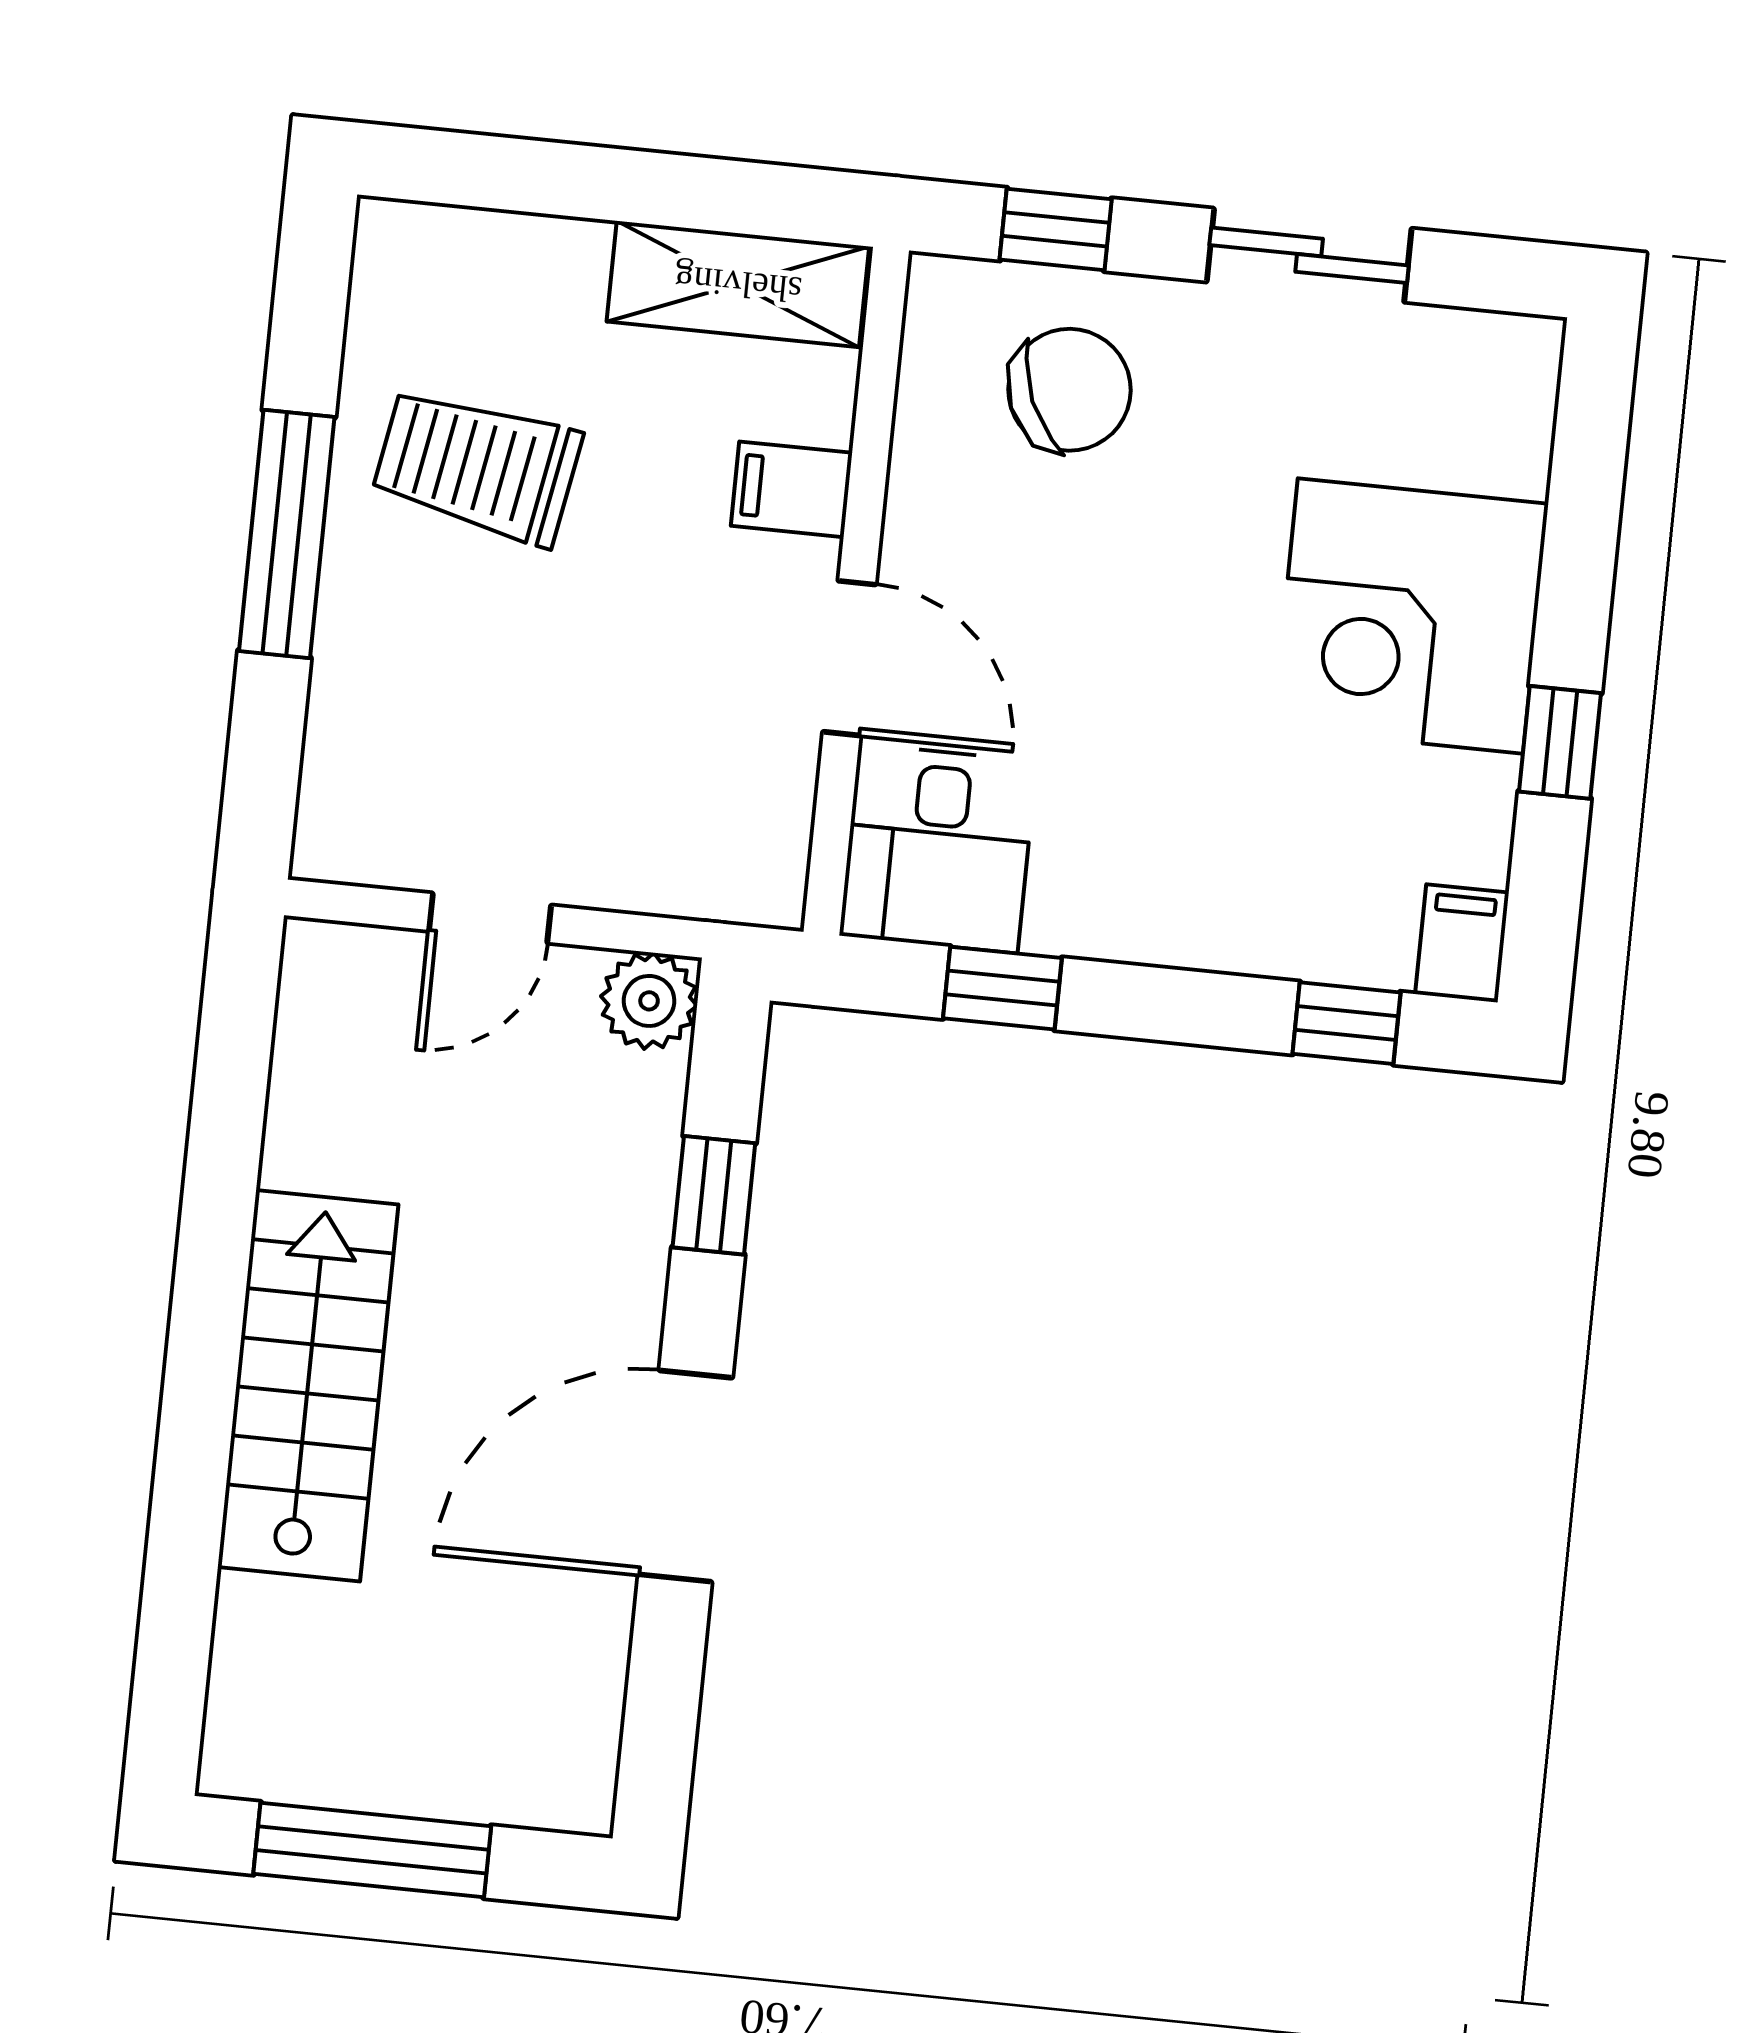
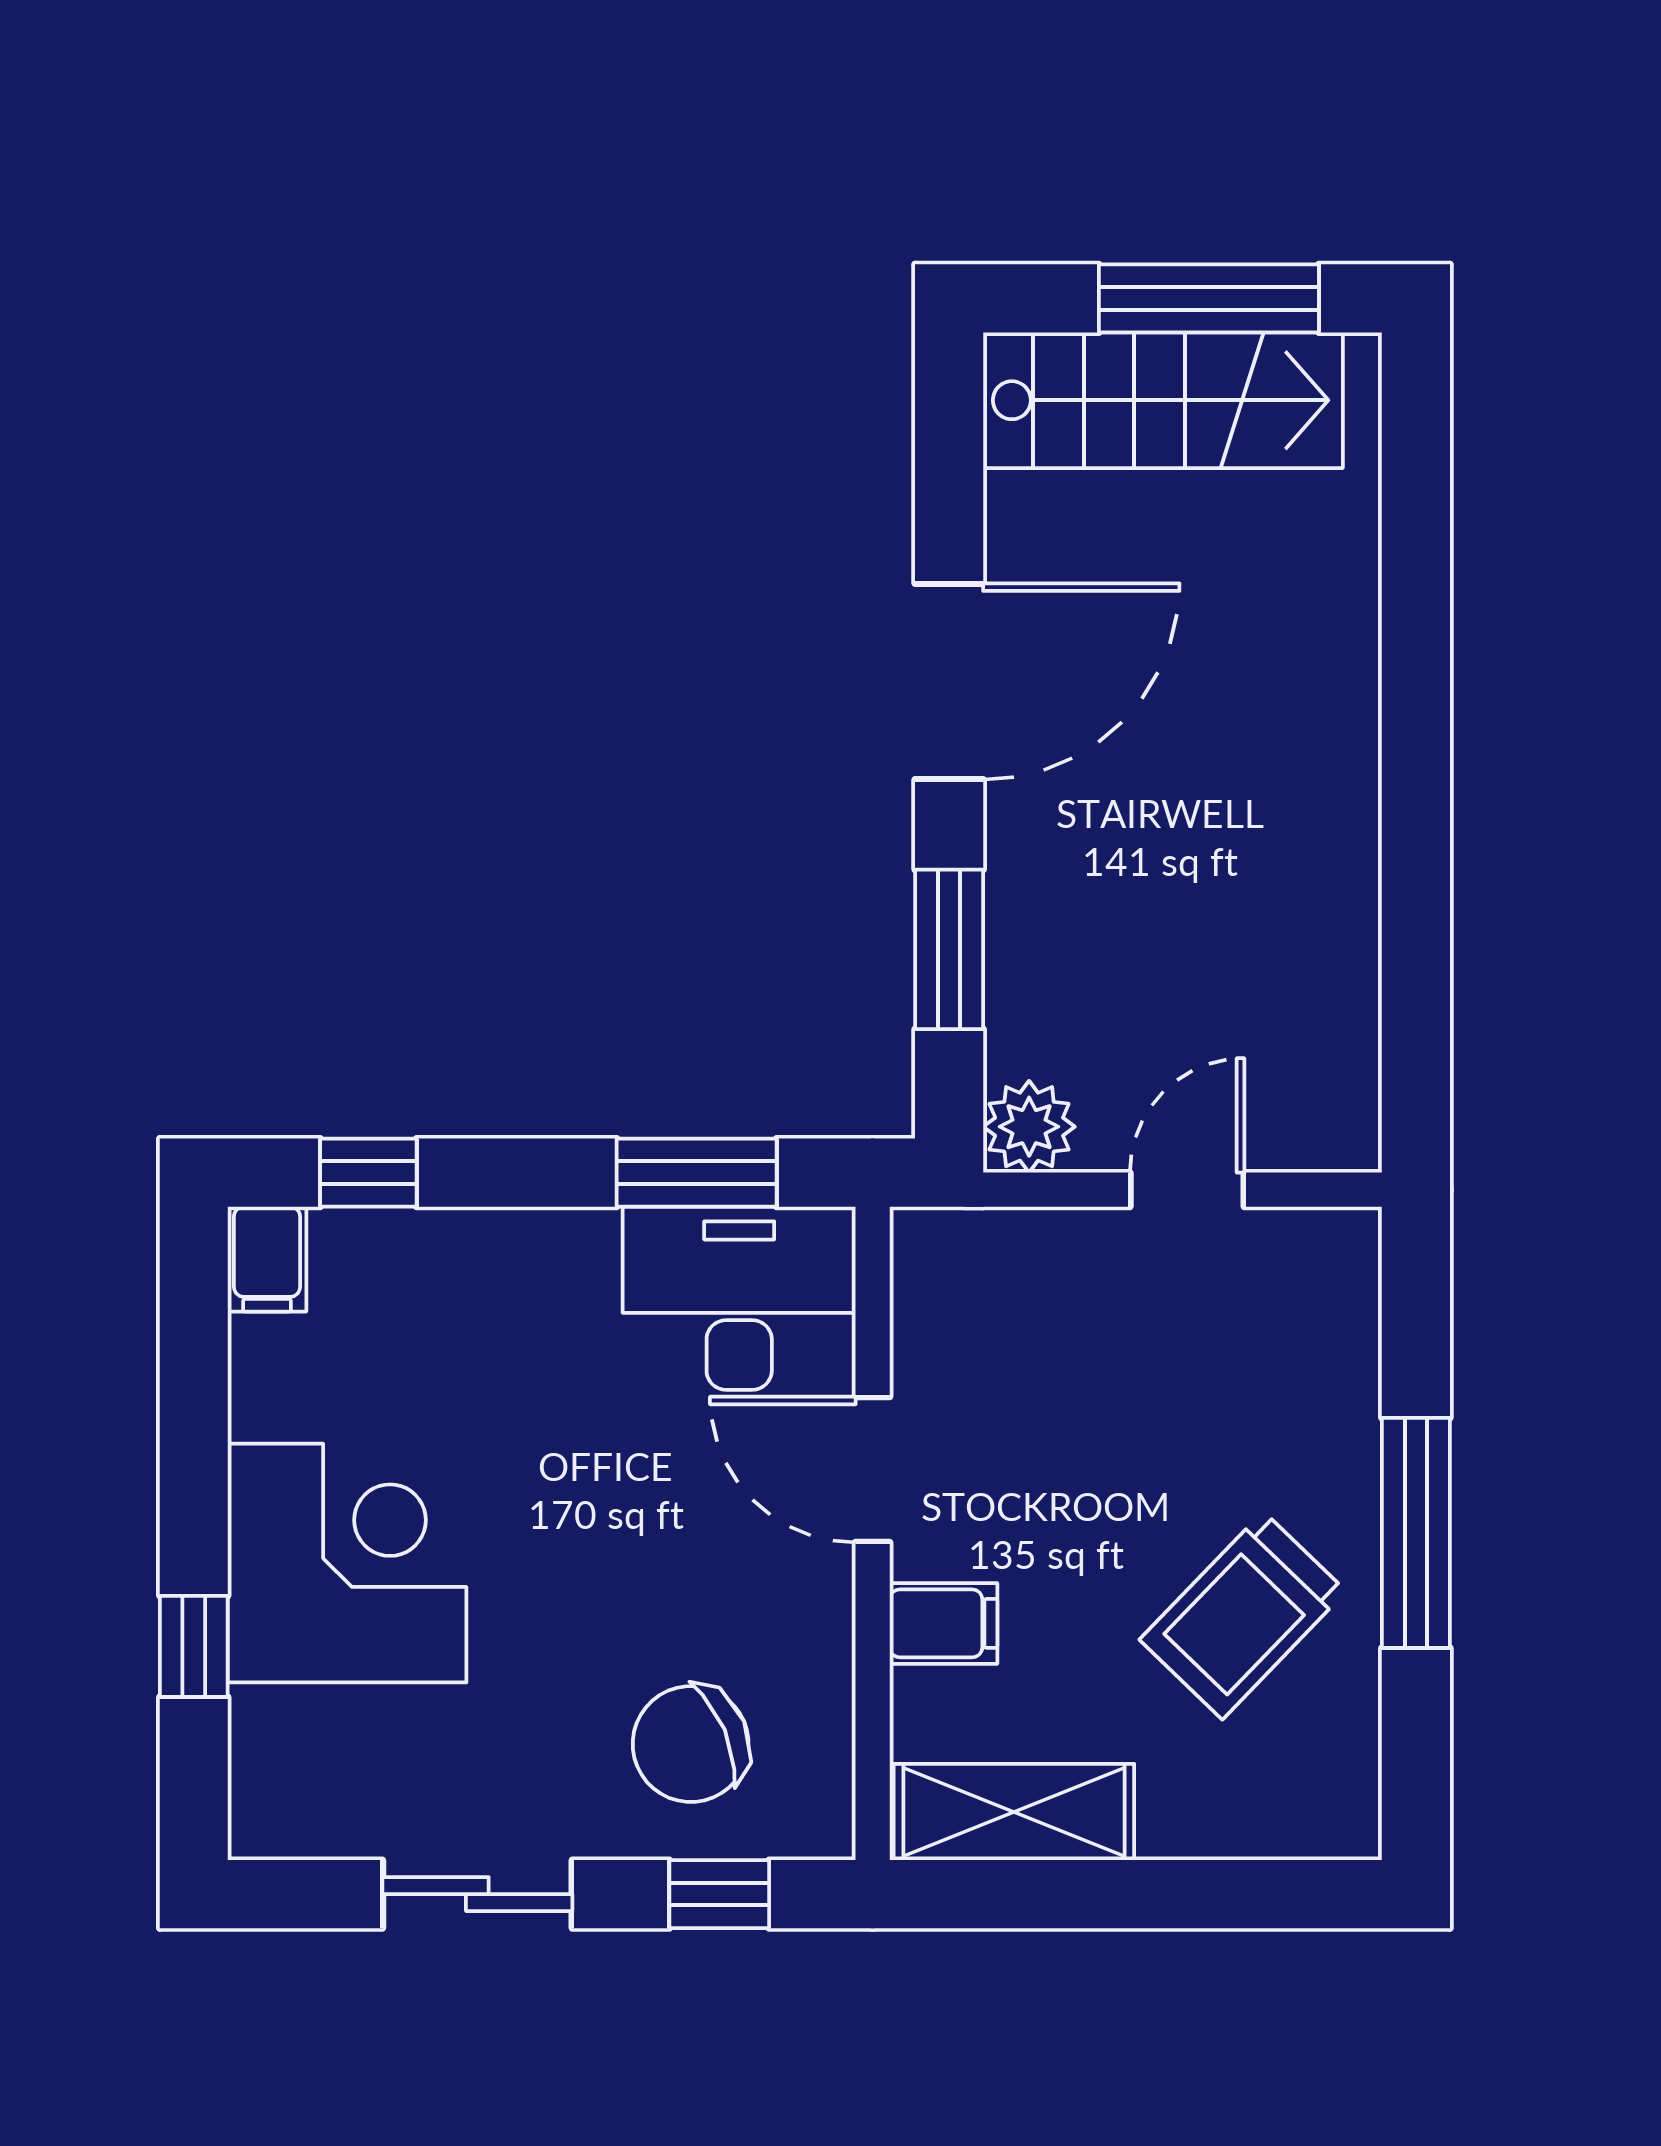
trolley: (477, 466) -> (1243, 1615), turned 124
window: (1560, 742) -> (194, 1646), moved
desk: (938, 849) -> (739, 1298), width x1.37
window: (1002, 988) -> (697, 1173), width x1.50
window: (714, 1195) -> (949, 949), width x1.50
stairs: (308, 1386) -> (1163, 400), moved, turned -90

